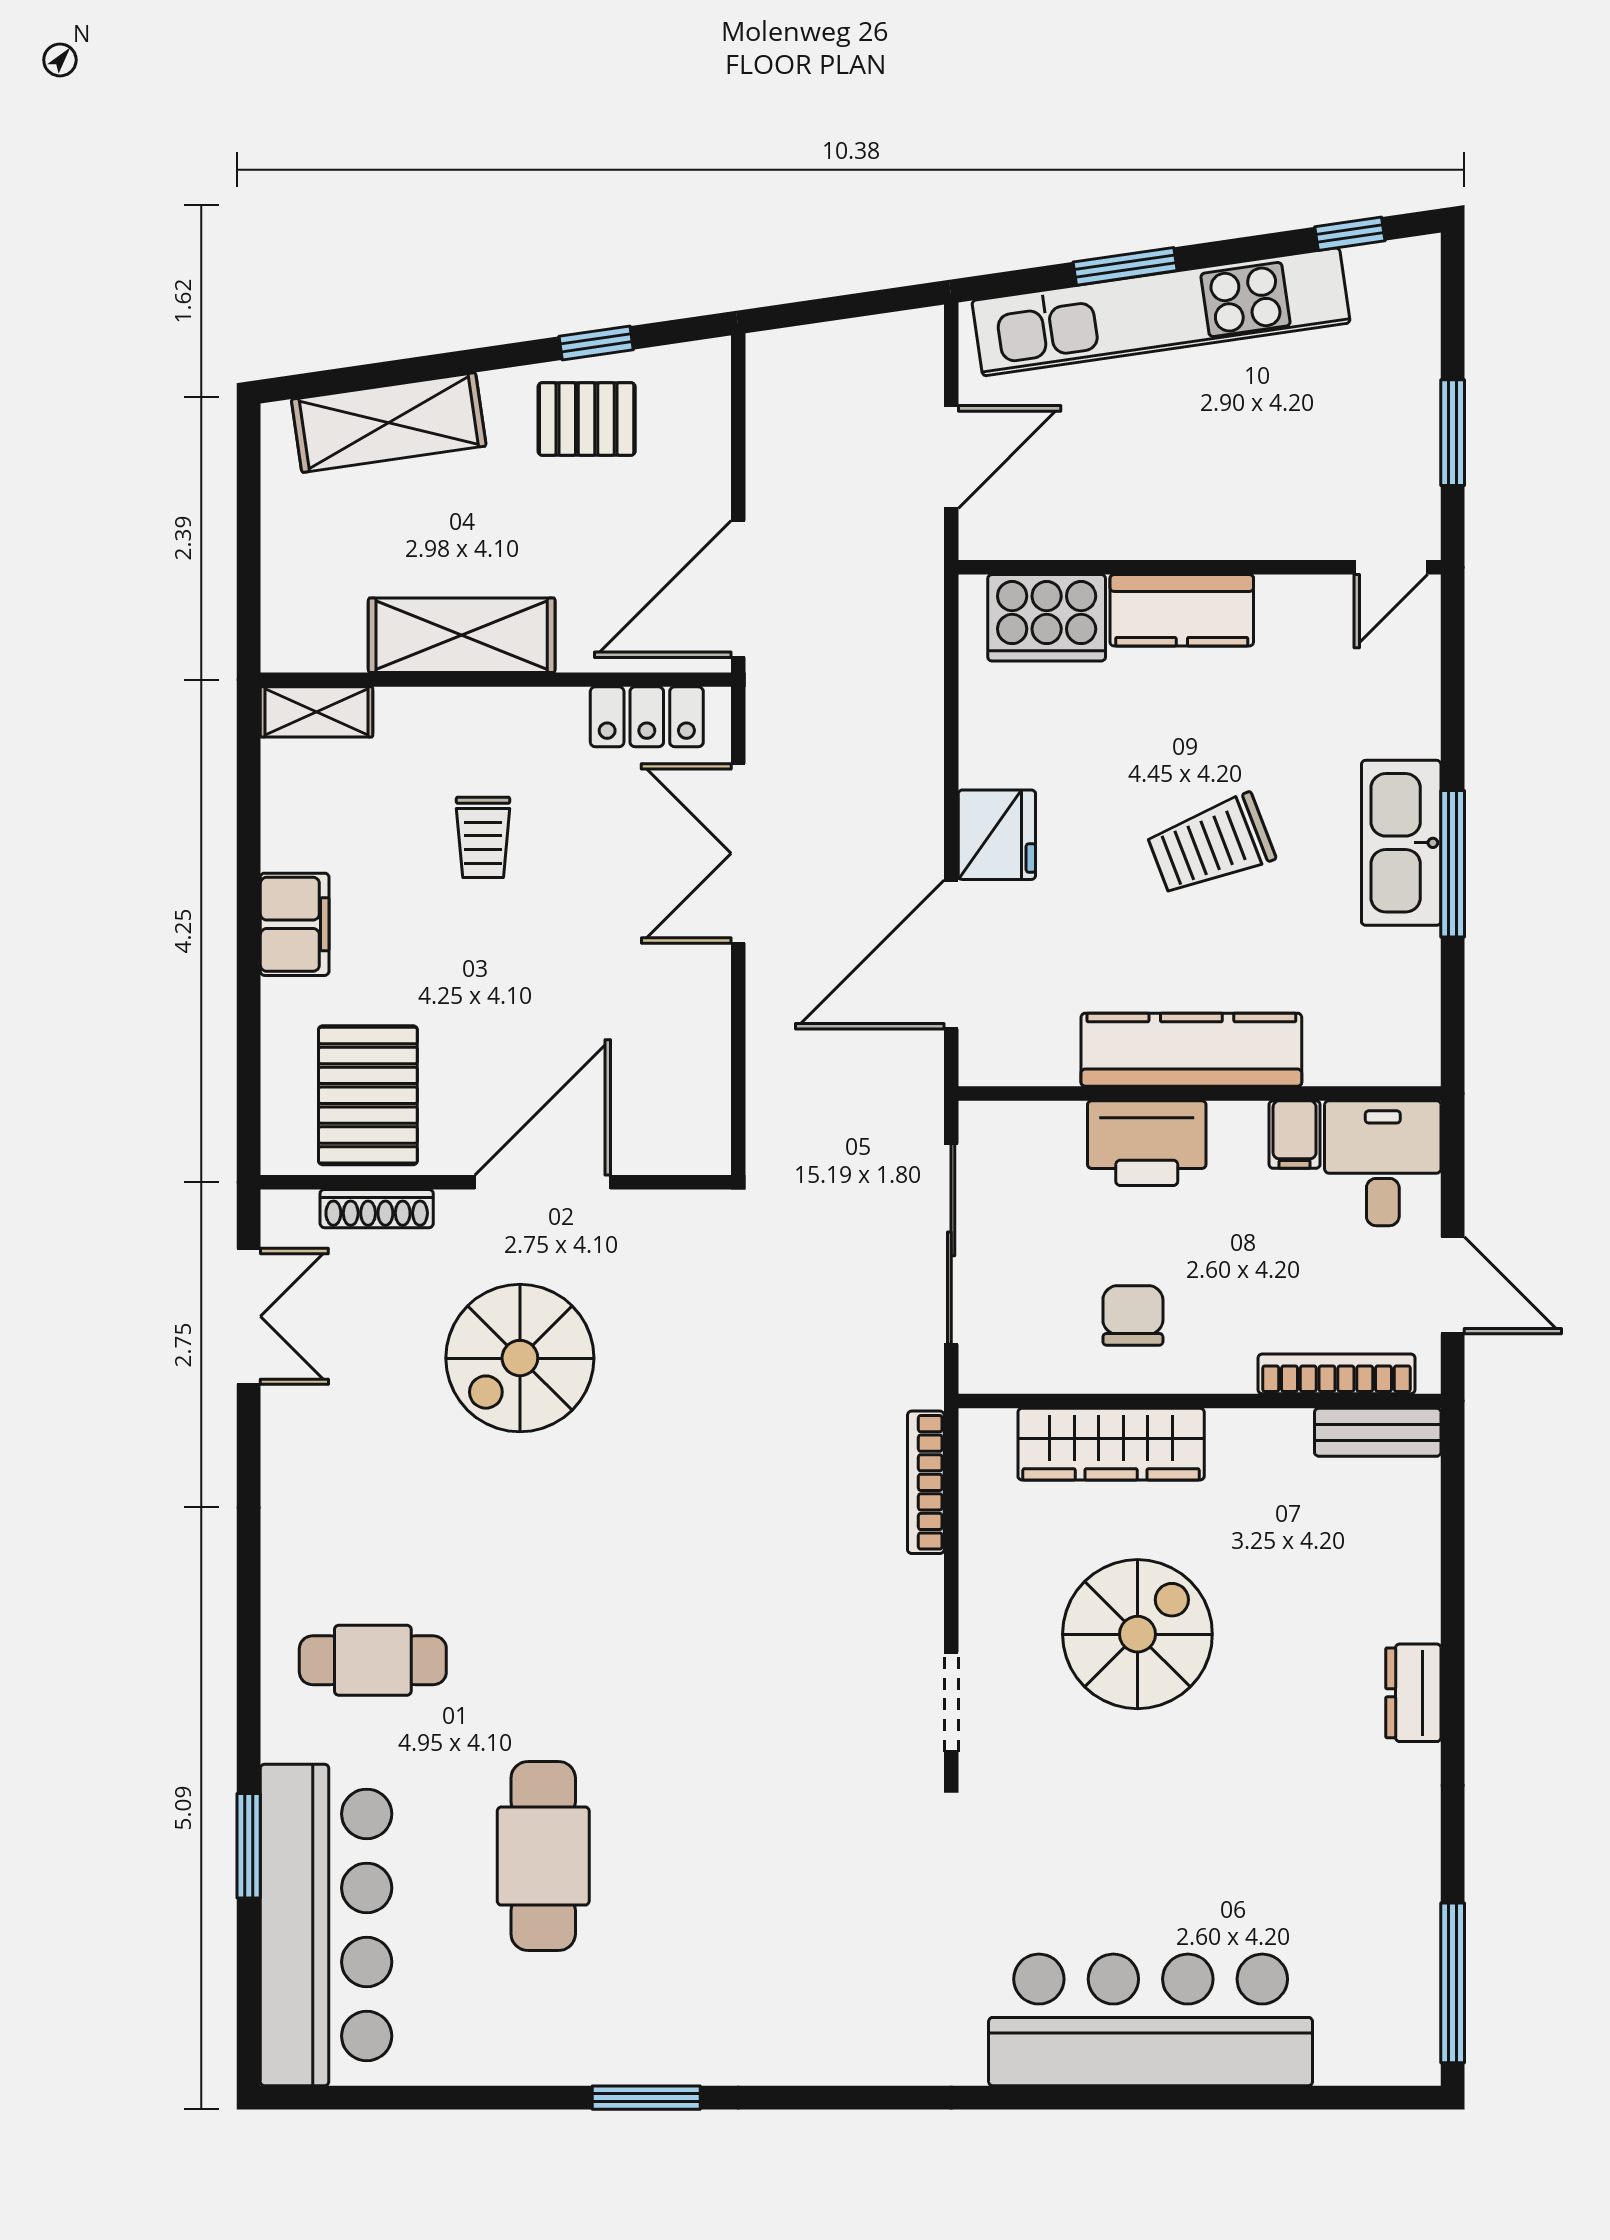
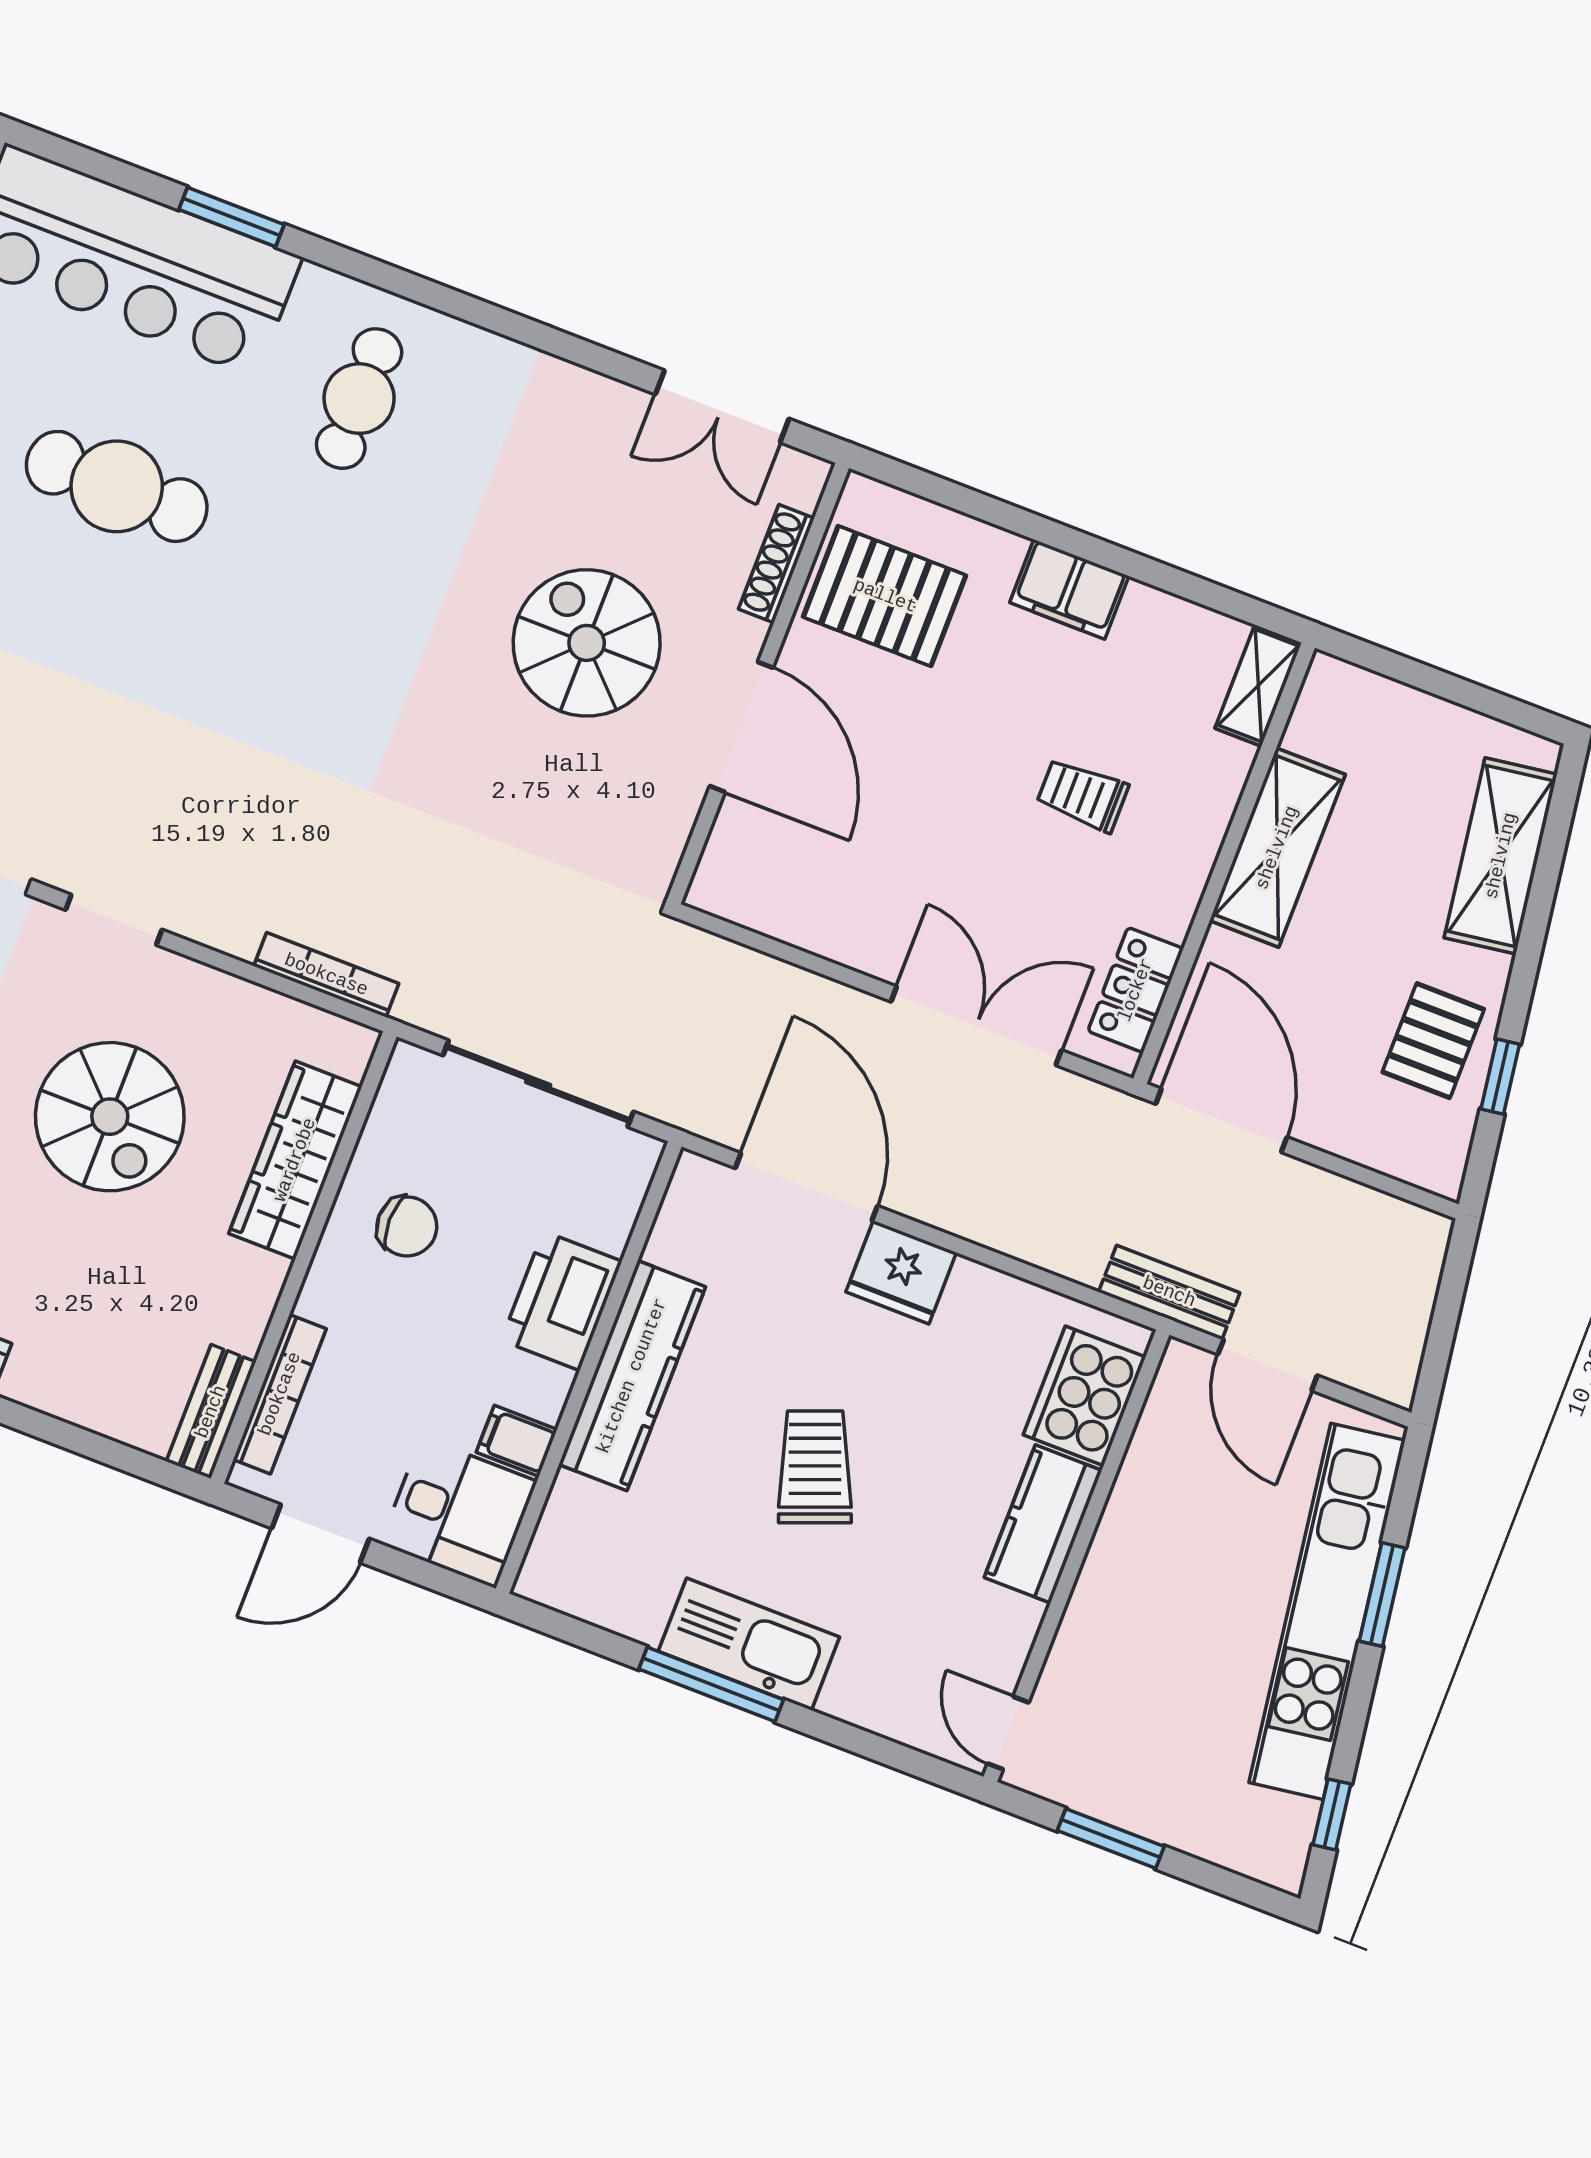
bench: (919, 576) -> (1169, 1292), added

